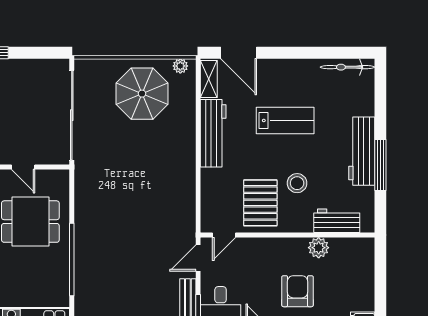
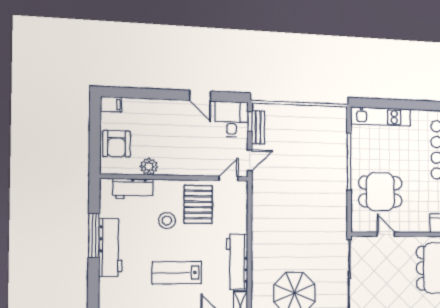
armchair: (298, 291) -> (117, 144), moved

